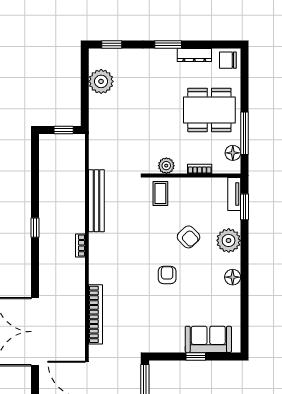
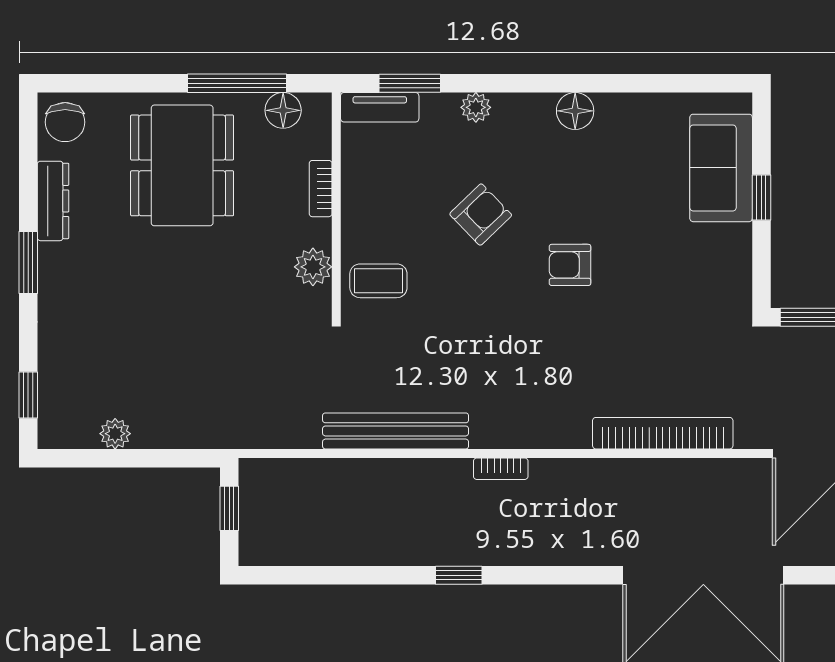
plant: (101, 81) -> (115, 434), width x0.53, depth x0.53
plant: (229, 240) -> (476, 107), width x0.53, depth x0.53

